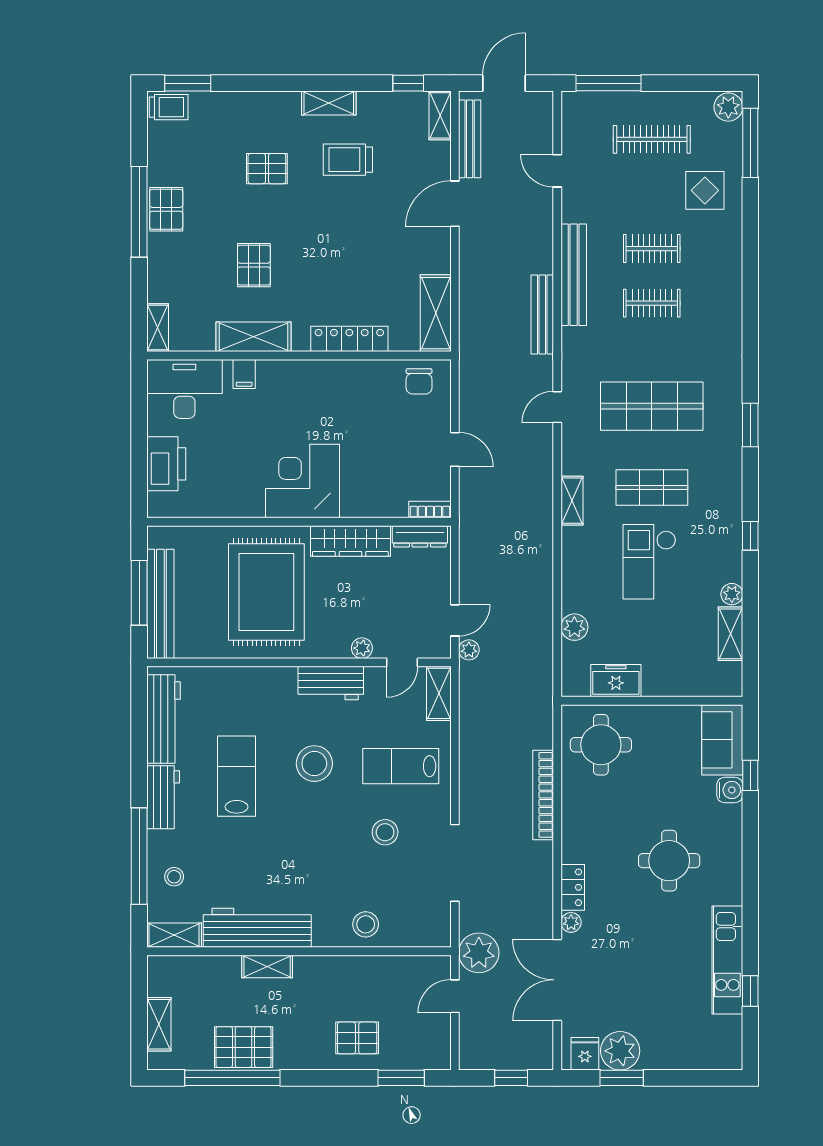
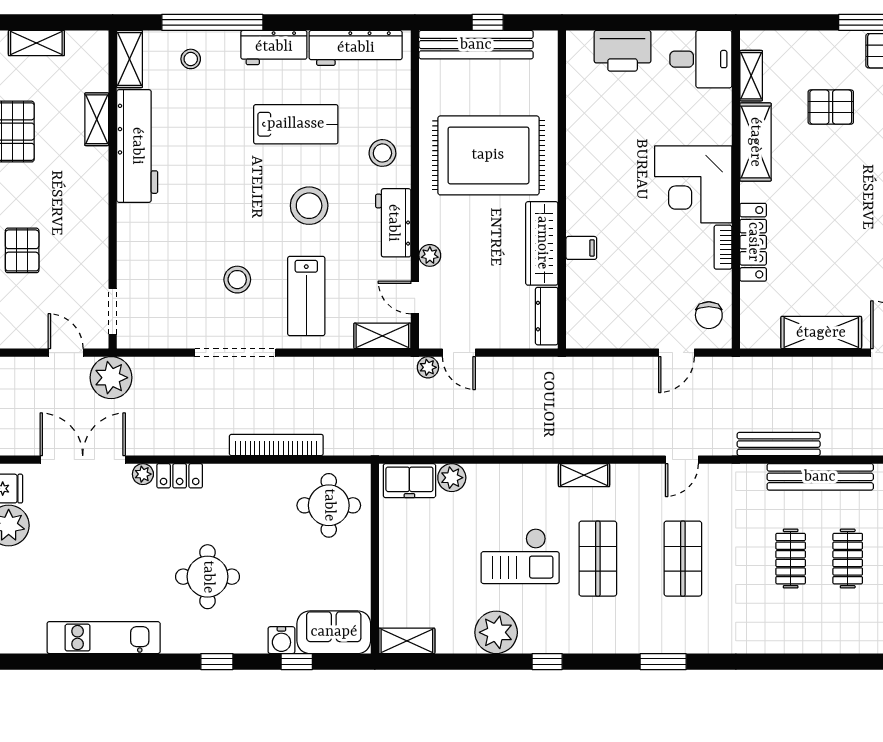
pallet: (254, 265) -> (831, 107), moved
shelving: (436, 313) -> (821, 333), moved
shelving: (158, 328) -> (751, 76), moved, turned 90
filing cabinet: (244, 374) -> (581, 248), moved, turned 180
chair: (419, 381) -> (709, 315), turned -90
desk: (184, 389) -> (701, 59), width x0.73
shop shelf: (652, 406) -> (683, 559), width x0.70, depth x0.74
door: (557, 407) -> (682, 460), swing flipped
door: (455, 449) -> (677, 353), moved
corner desk: (303, 481) -> (693, 184), moved, turned 180
bookcase: (430, 509) -> (723, 247), moved, turned 180
checkout: (649, 562) -> (520, 556), turned 180
window: (139, 593) -> (488, 22), width x0.46
plant: (732, 594) -> (496, 632), width x1.88, depth x1.88
shelving: (730, 634) -> (407, 641), moved
freezer: (616, 681) -> (409, 481), moved, turned 90
lab bench: (401, 766) -> (306, 296), turned 180
doorway: (455, 863) -> (235, 353), moved
stool: (366, 924) -> (382, 153), moved
doorway: (415, 951) -> (113, 311), added
shelving: (267, 967) -> (97, 119), moved
window: (750, 991) -> (217, 662), moved

